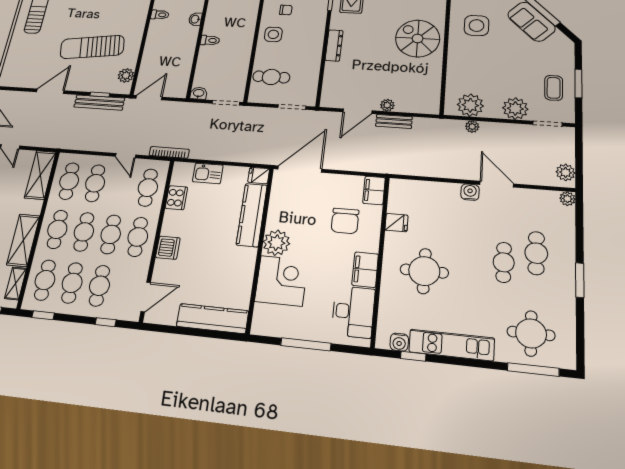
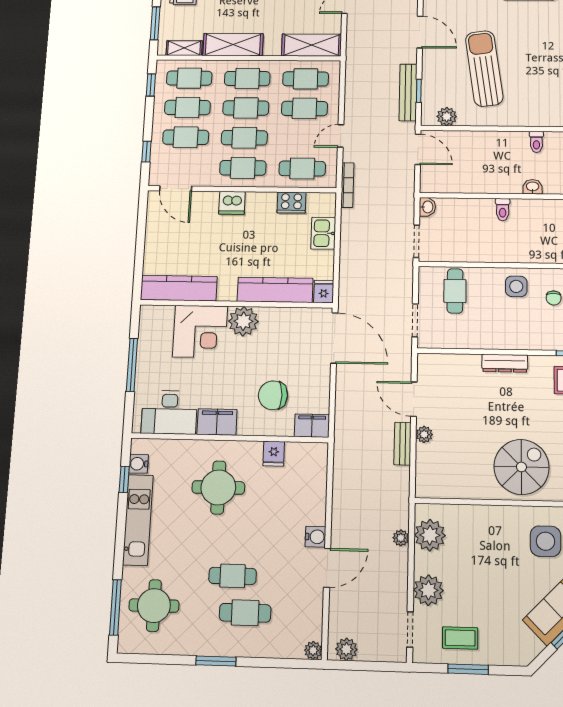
kitchen counter: (213, 319) -> (179, 288), moved, turned -90

